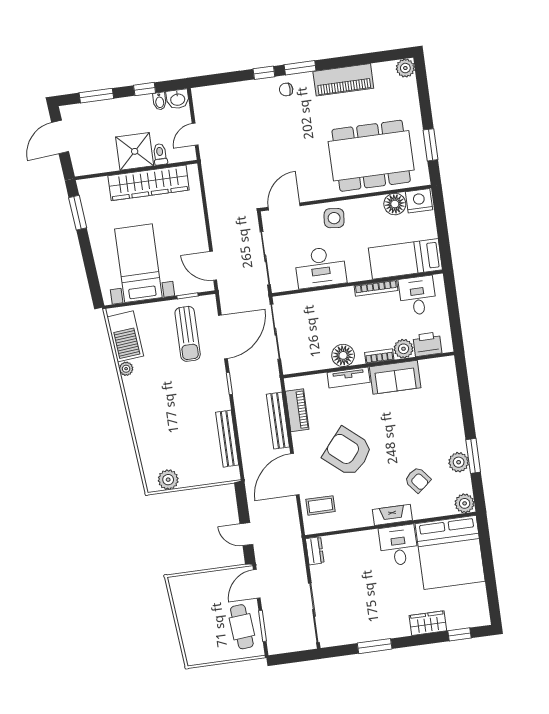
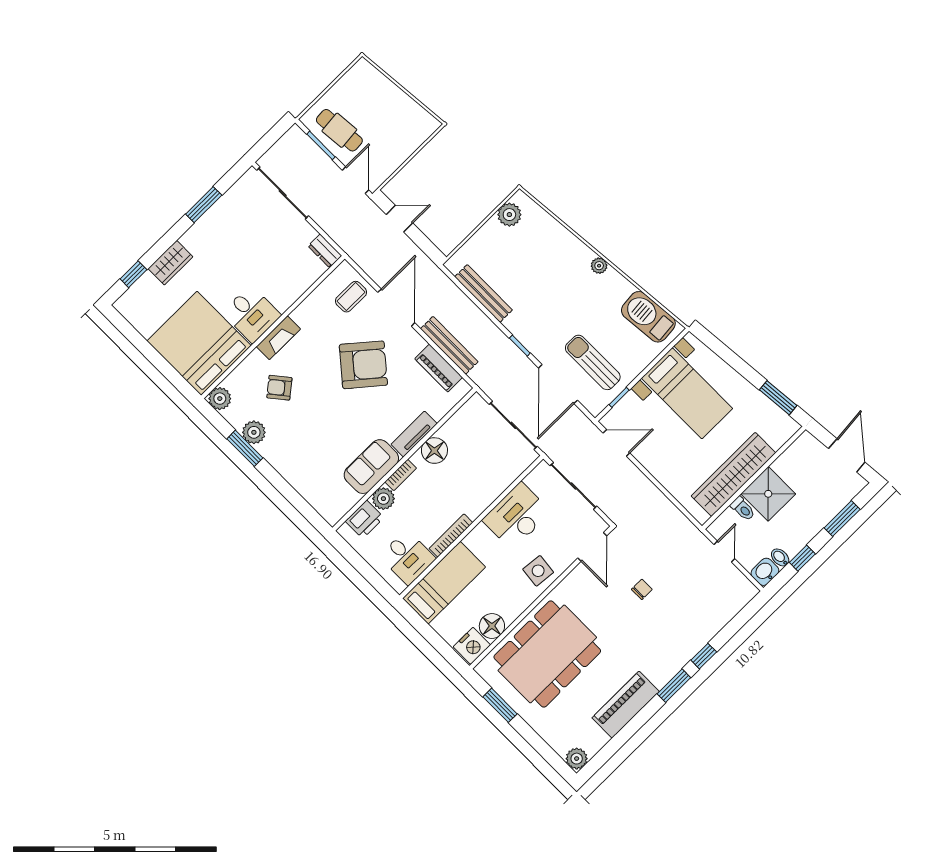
chair: (286, 90) -> (642, 589), moved
plant: (126, 369) -> (599, 266), moved

